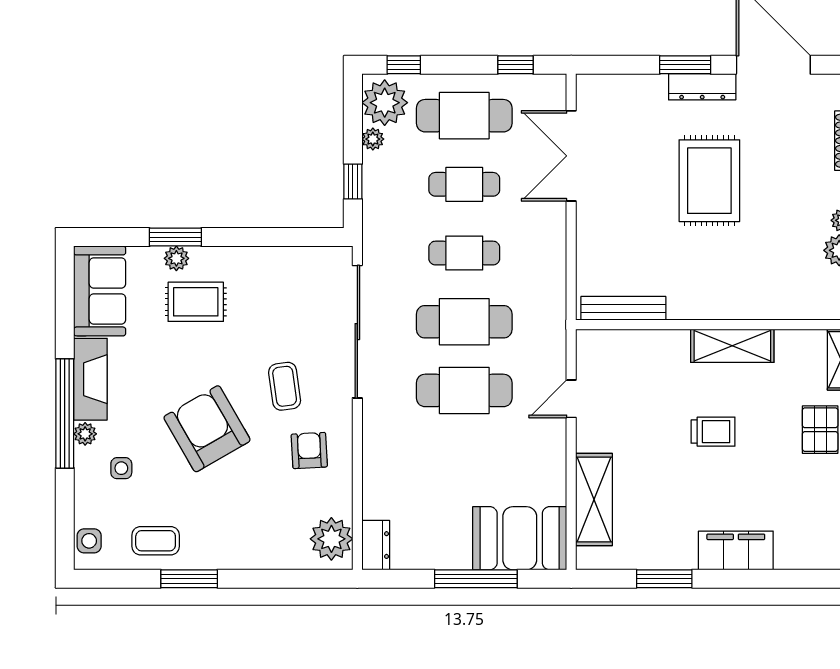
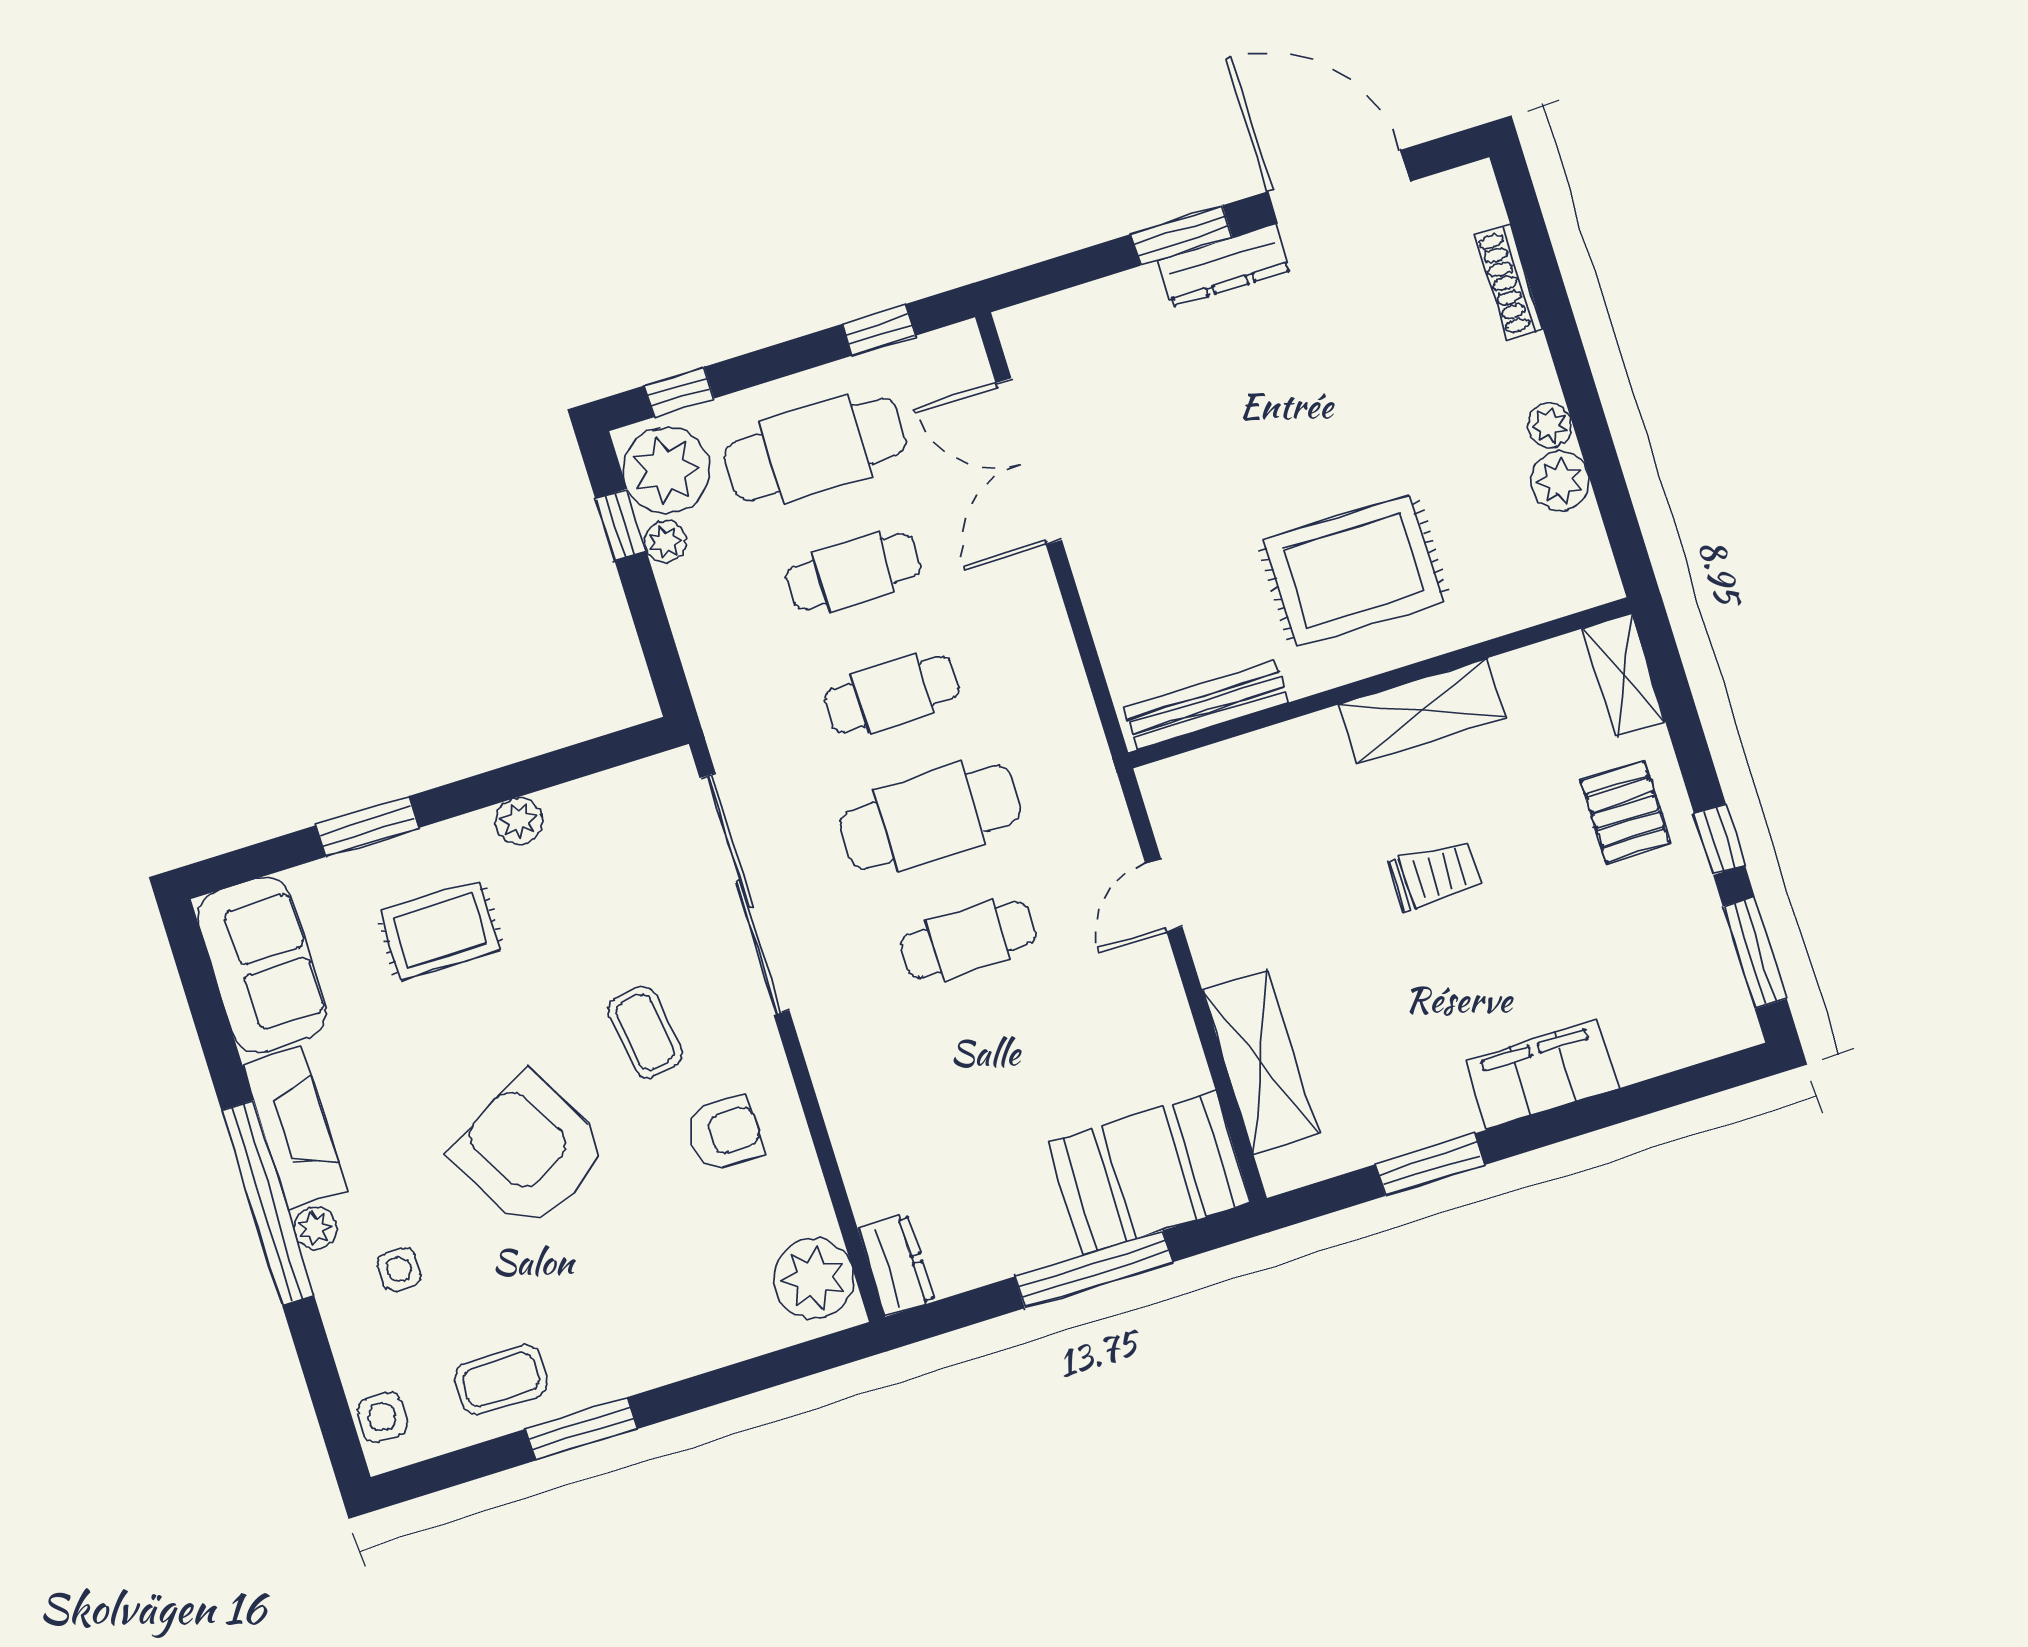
window: (353, 181) -> (621, 525), moved
rug: (709, 181) -> (1353, 570), moved, turned 90
plant: (176, 258) -> (519, 821), moved
cafe table: (464, 390) -> (968, 940), width x0.73, depth x0.74
armchair: (309, 451) -> (725, 1133), turned 93

